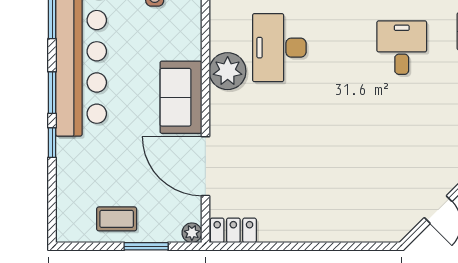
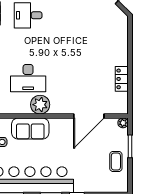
sofa: (181, 97) -> (30, 129), moved
locker: (233, 230) -> (122, 79), moved

